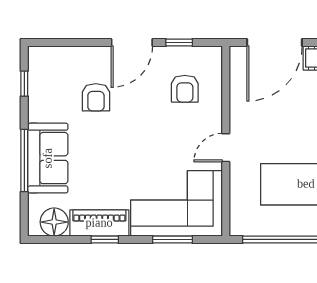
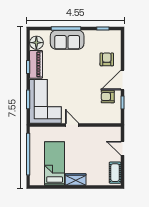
door: (132, 43) -> (122, 80), hinge flipped
door: (275, 43) -> (122, 148), width x0.53
armchair: (185, 89) -> (108, 97), moved
armchair: (96, 97) -> (107, 59), moved, turned 90

